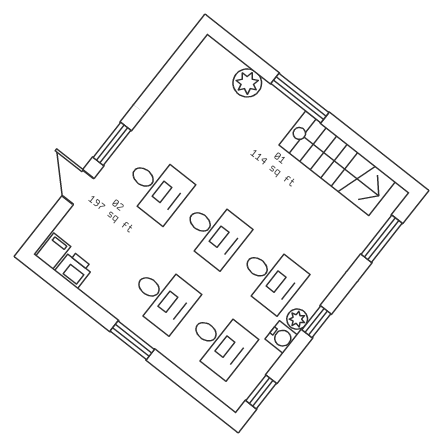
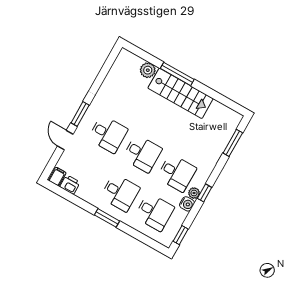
stairs: (337, 163) -> (181, 93), moved

